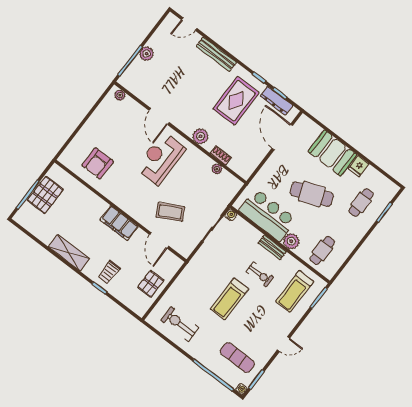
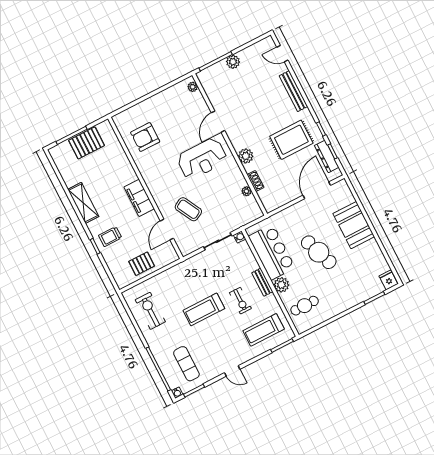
reception desk: (161, 158) -> (202, 159), turned 180
fridge: (359, 166) -> (388, 280), moved, turned 90
cafe table: (361, 203) -> (358, 280), removed

